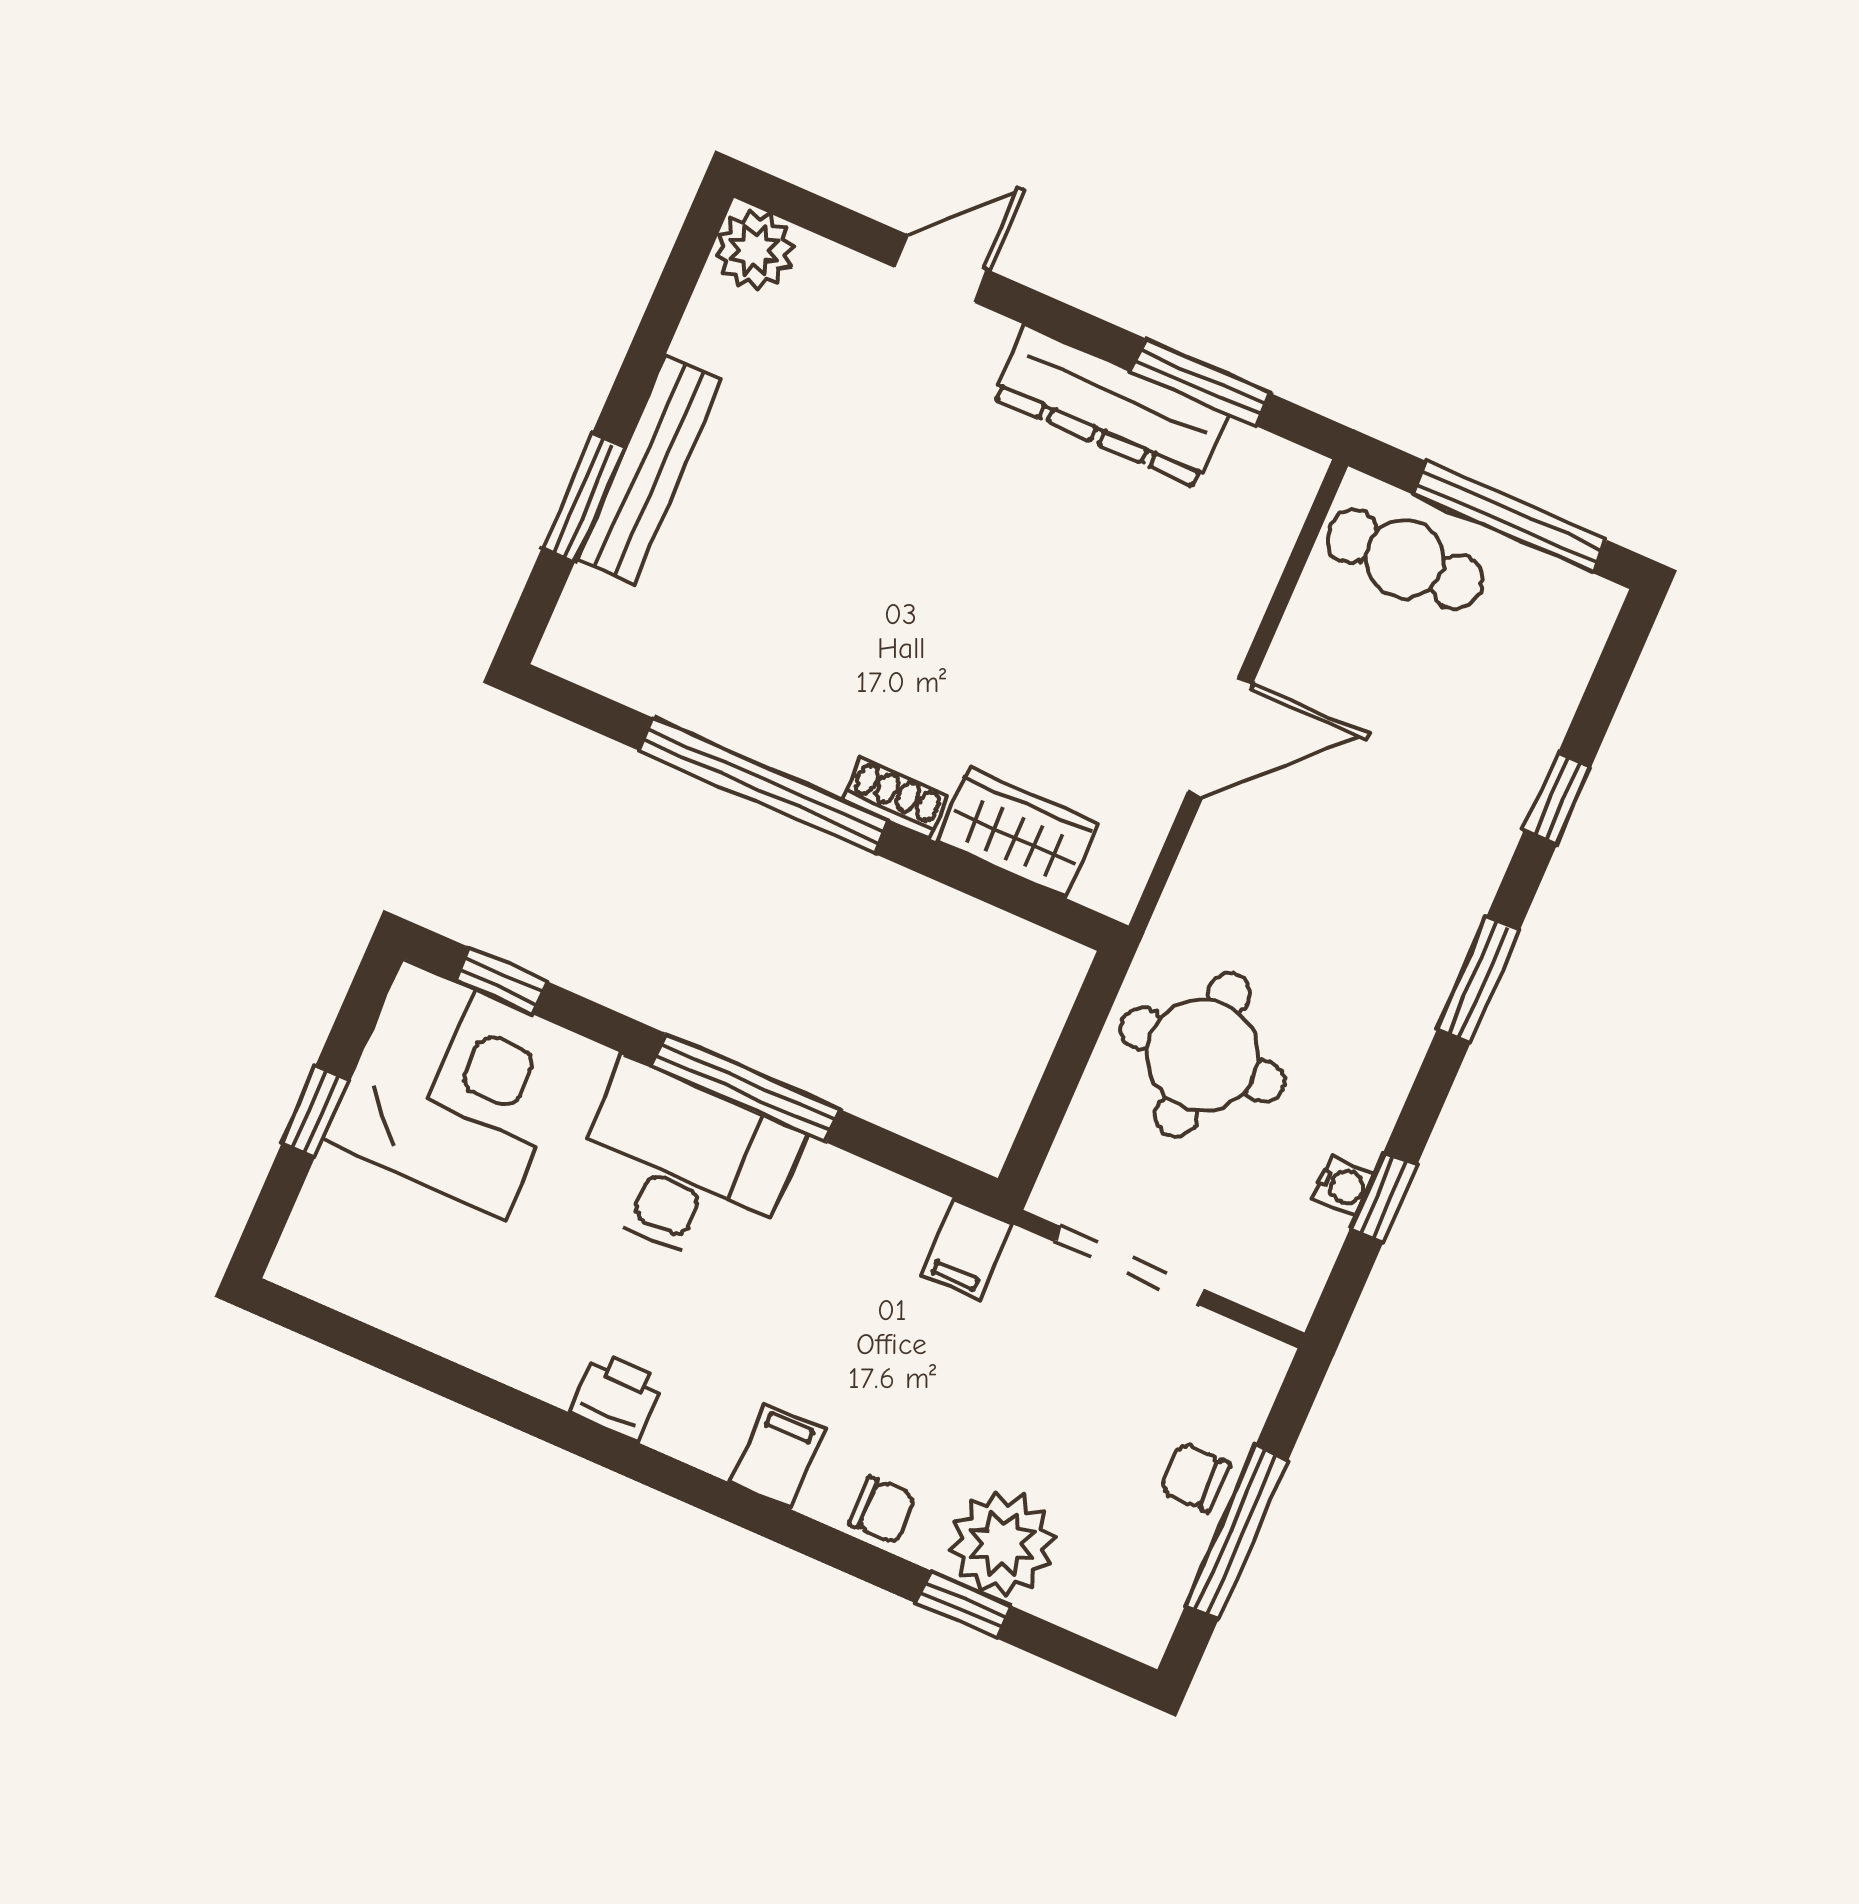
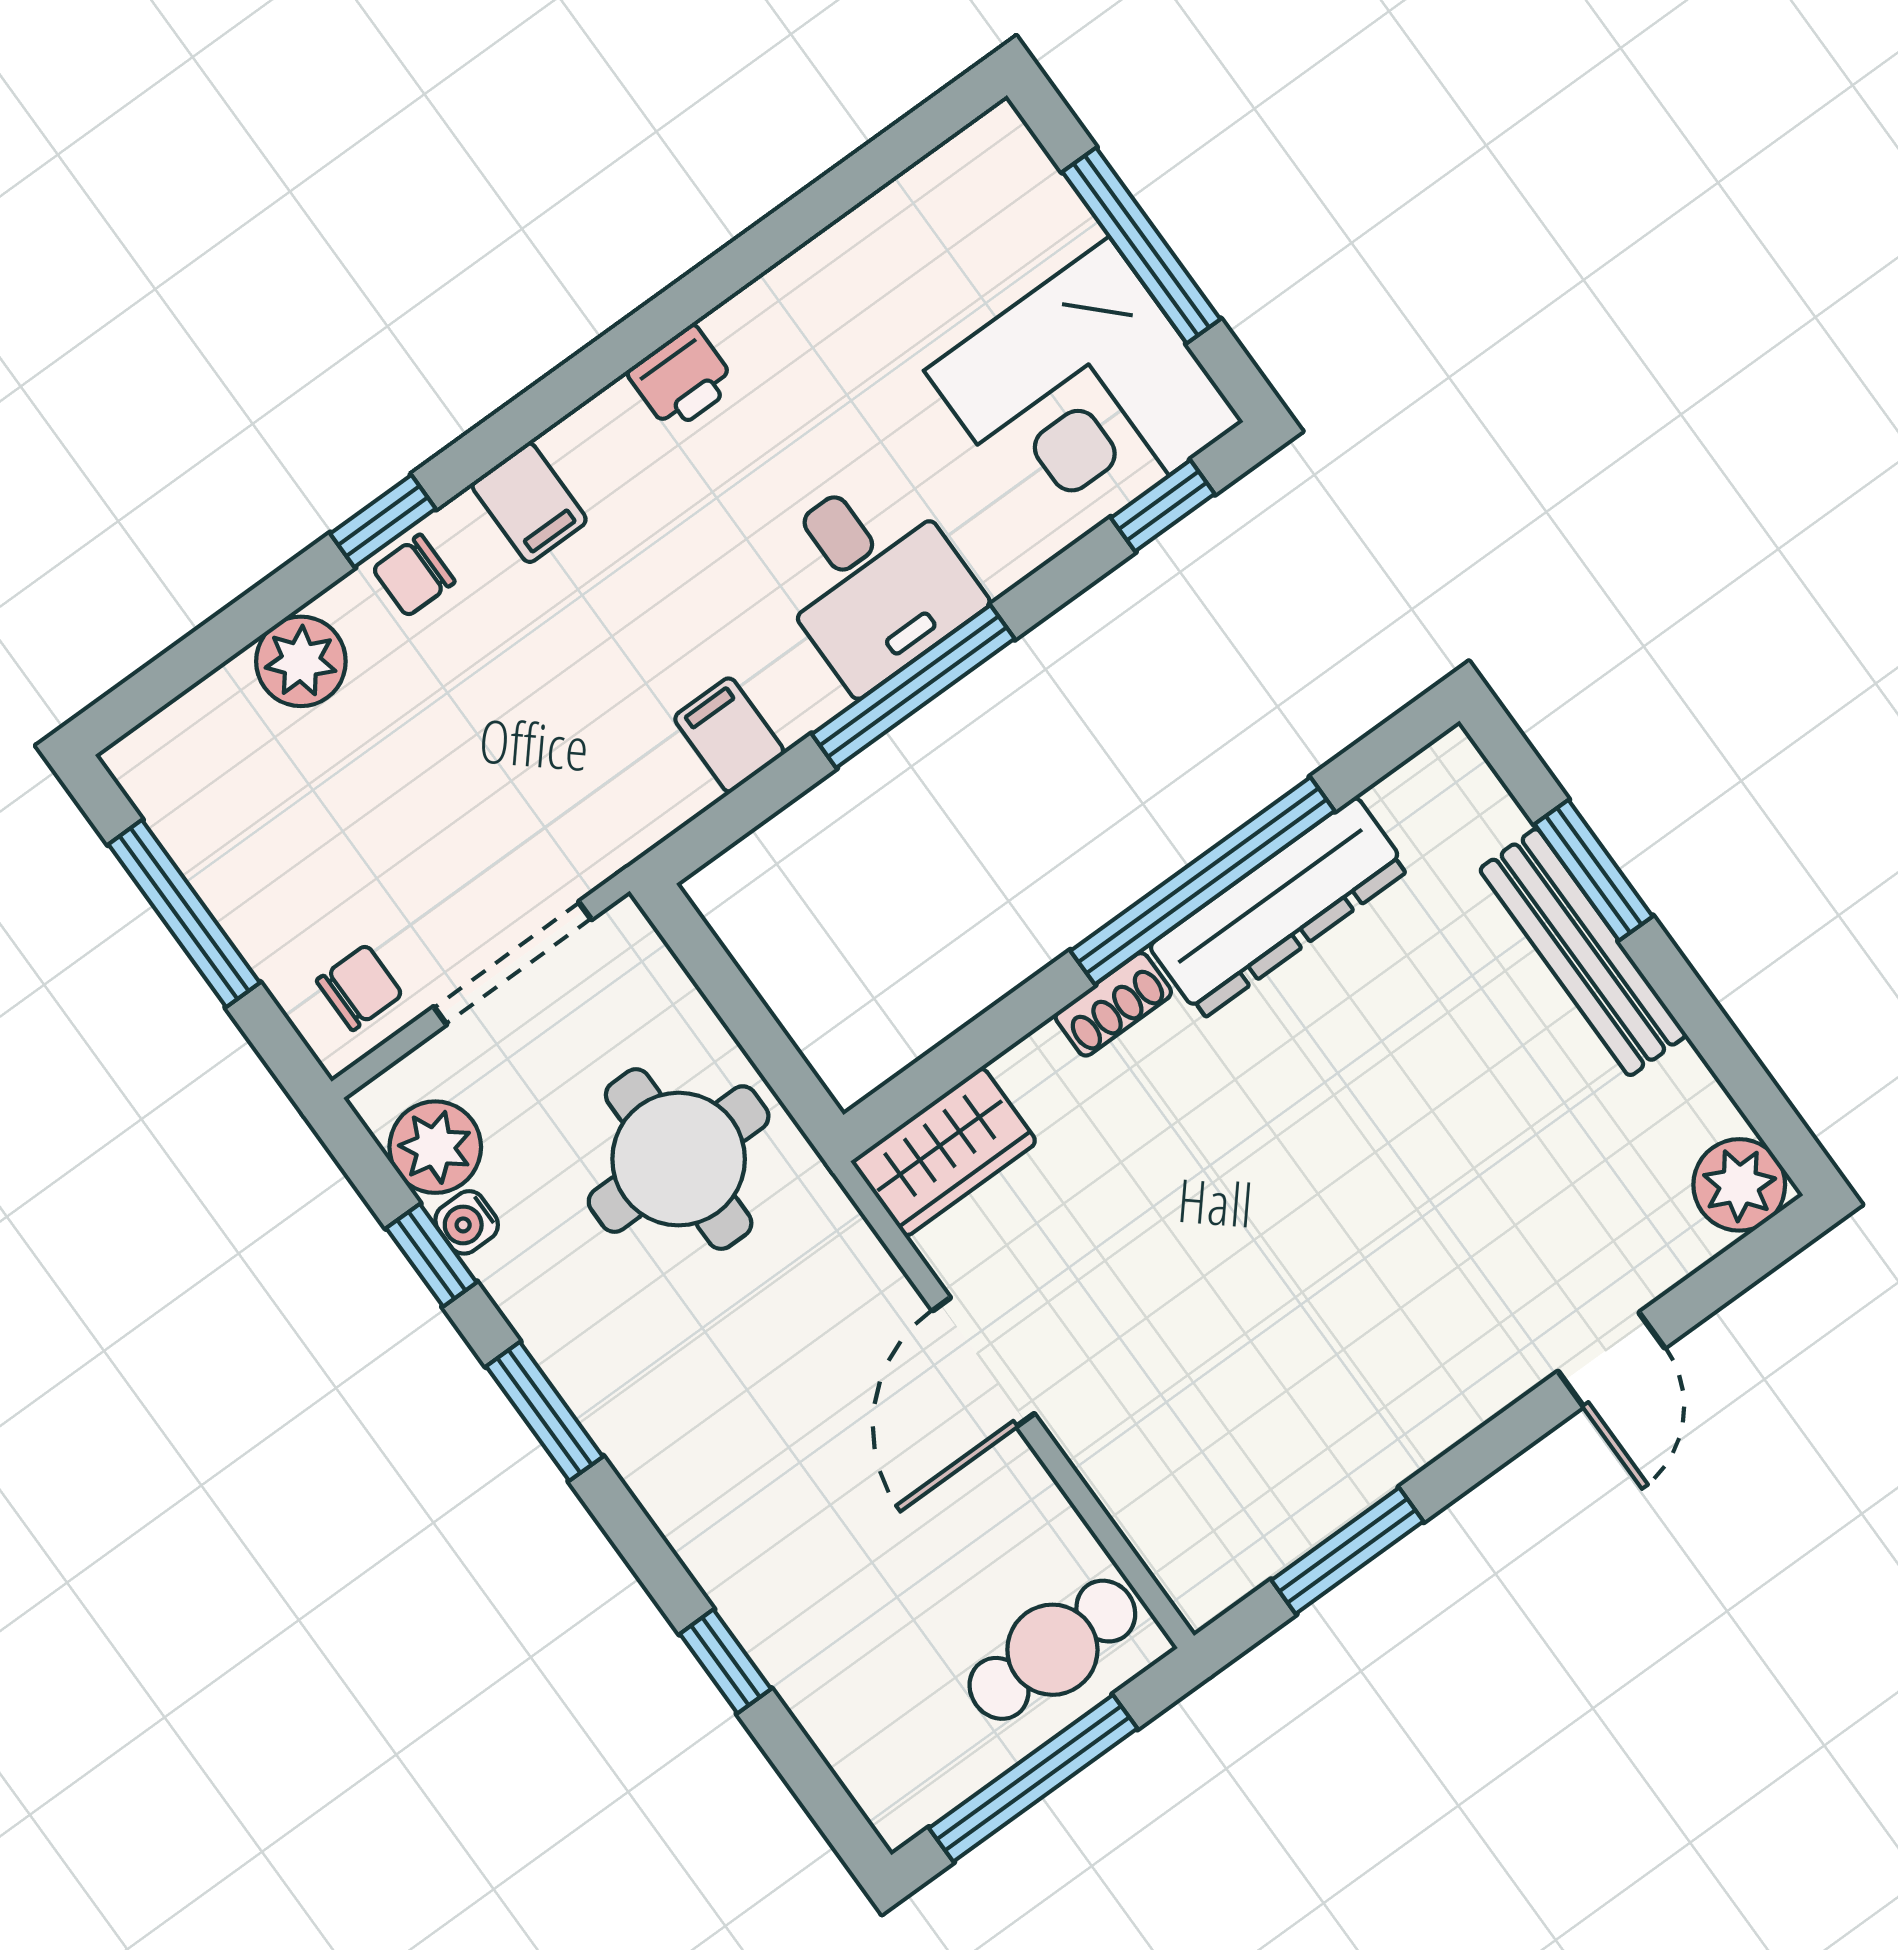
dresser: (1111, 406) -> (1279, 908), moved, turned 180
wardrobe: (1017, 832) -> (944, 1152), moved
window: (1478, 980) -> (545, 1411), moved
window: (315, 1111) -> (1141, 246), width x2.17
desk: (684, 1166) -> (871, 579), width x0.73
plant: (1301, 1242) -> (435, 1147), added
filing cabinet: (967, 1249) -> (729, 735), moved
chair: (1195, 1477) -> (360, 987), moved
plant: (1002, 1544) -> (301, 661), width x0.73, depth x0.73
window: (964, 1604) -> (383, 521), moved

